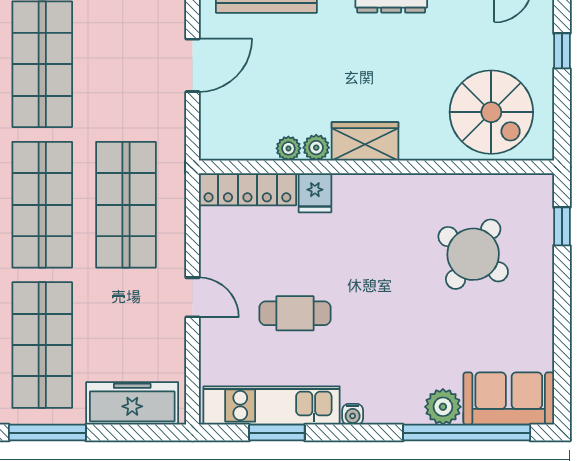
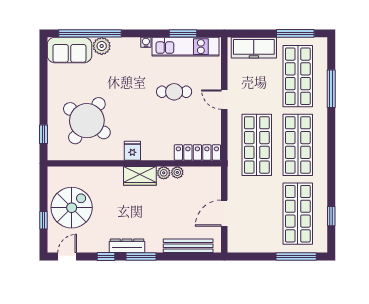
spiral stairs: (491, 112) -> (72, 208), moved, turned 90
fridge: (315, 193) -> (132, 151), moved
round table: (473, 254) -> (87, 121), width x1.36, depth x1.36

